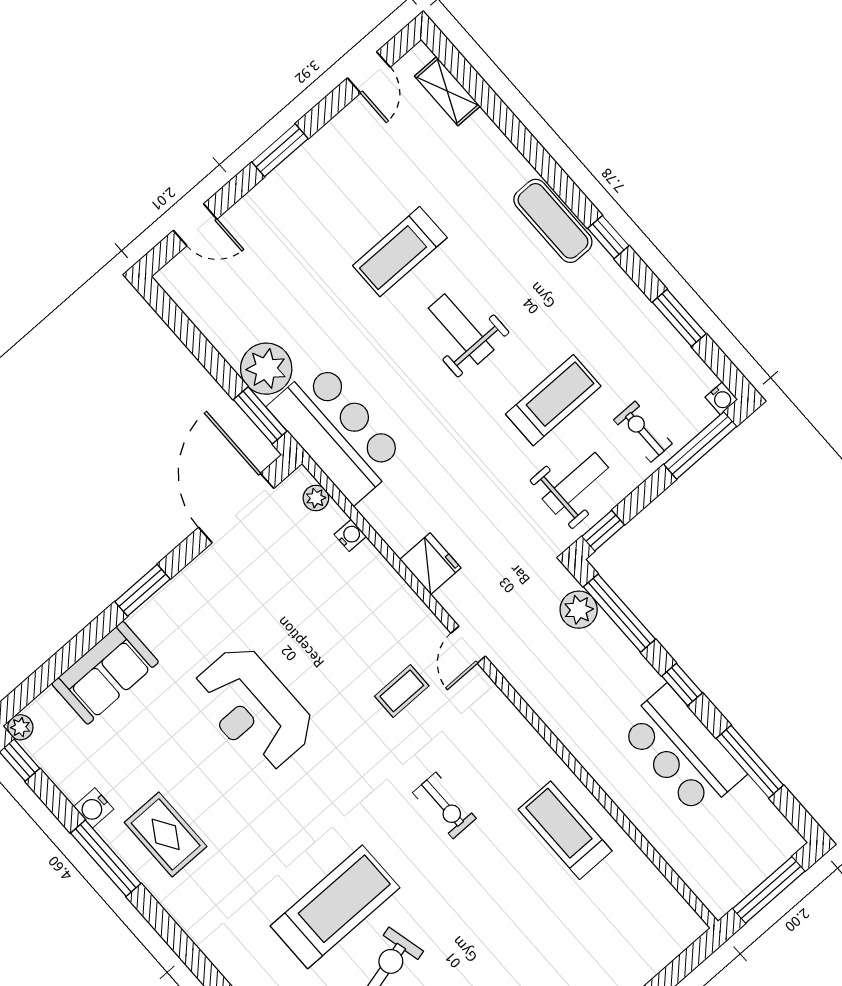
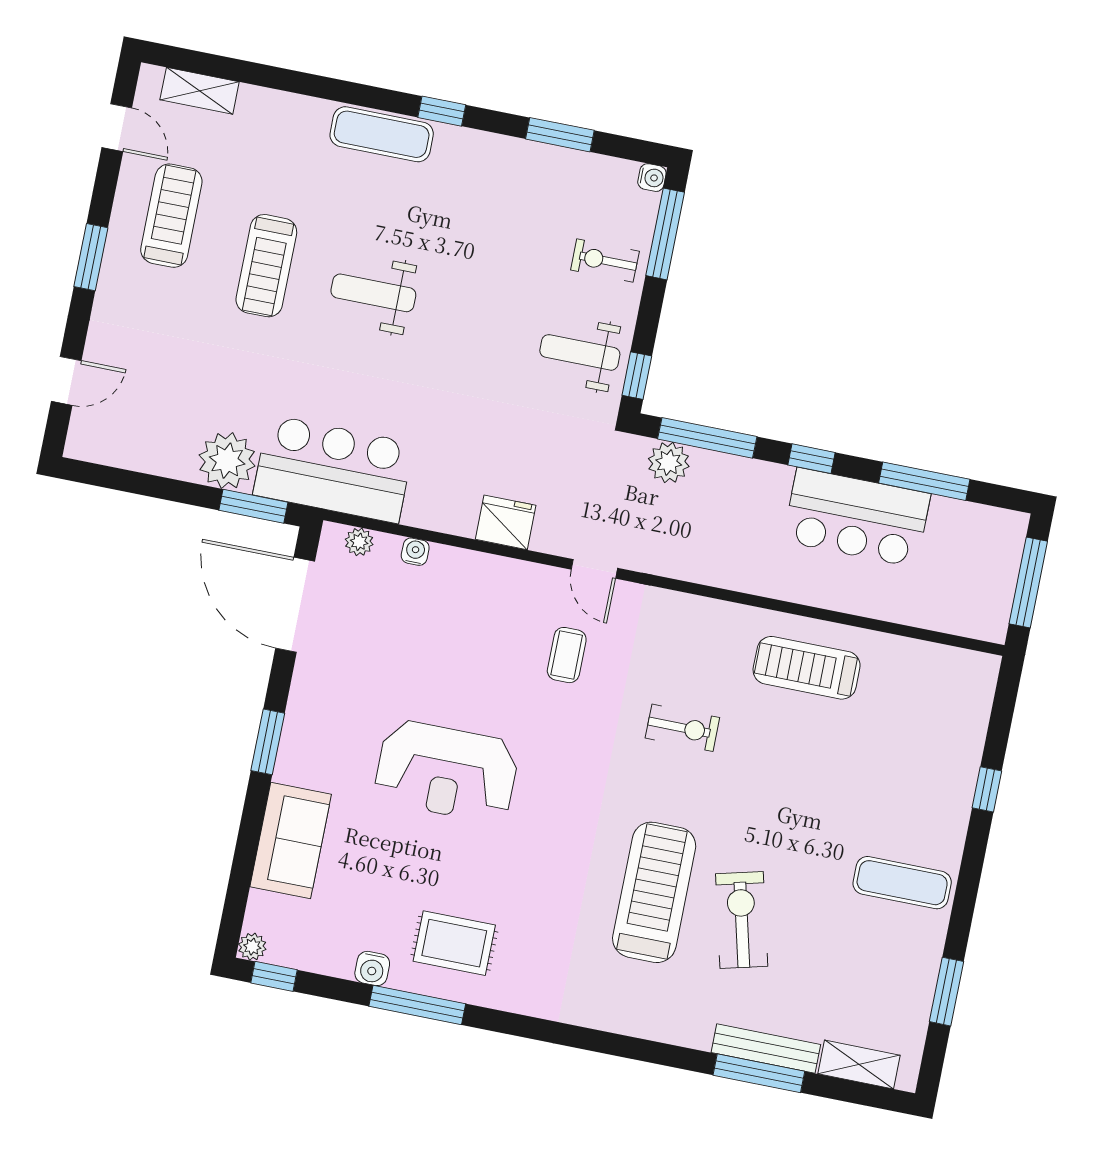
treadmill: (553, 400) -> (171, 216), moved
weight bench: (575, 483) -> (580, 352), turned -90

